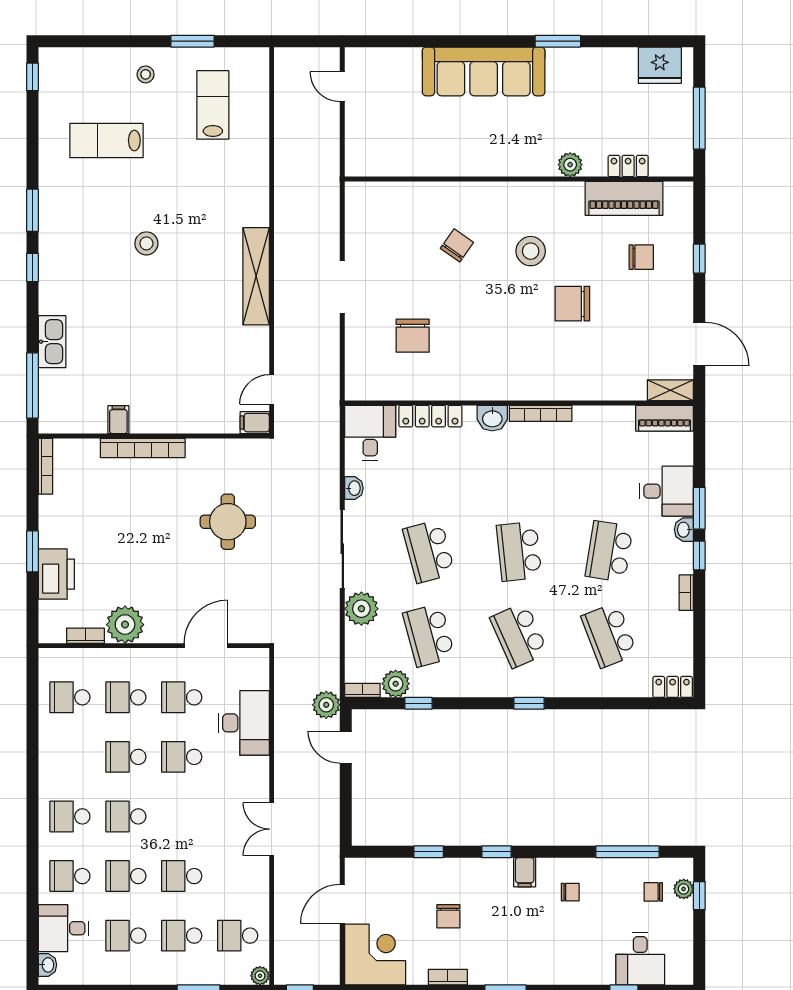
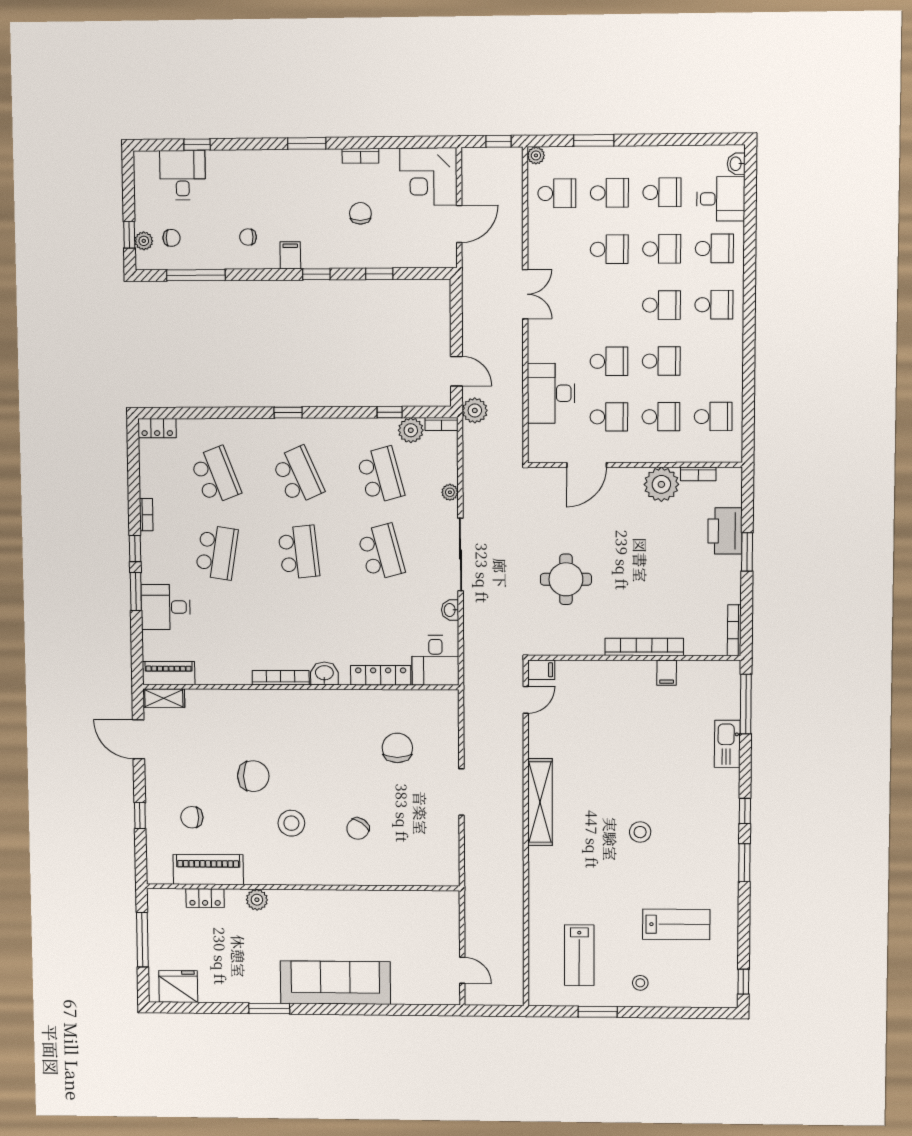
washbasin: (684, 530) -> (149, 572), removed
plant: (361, 609) -> (450, 492), width x0.53, depth x0.53

